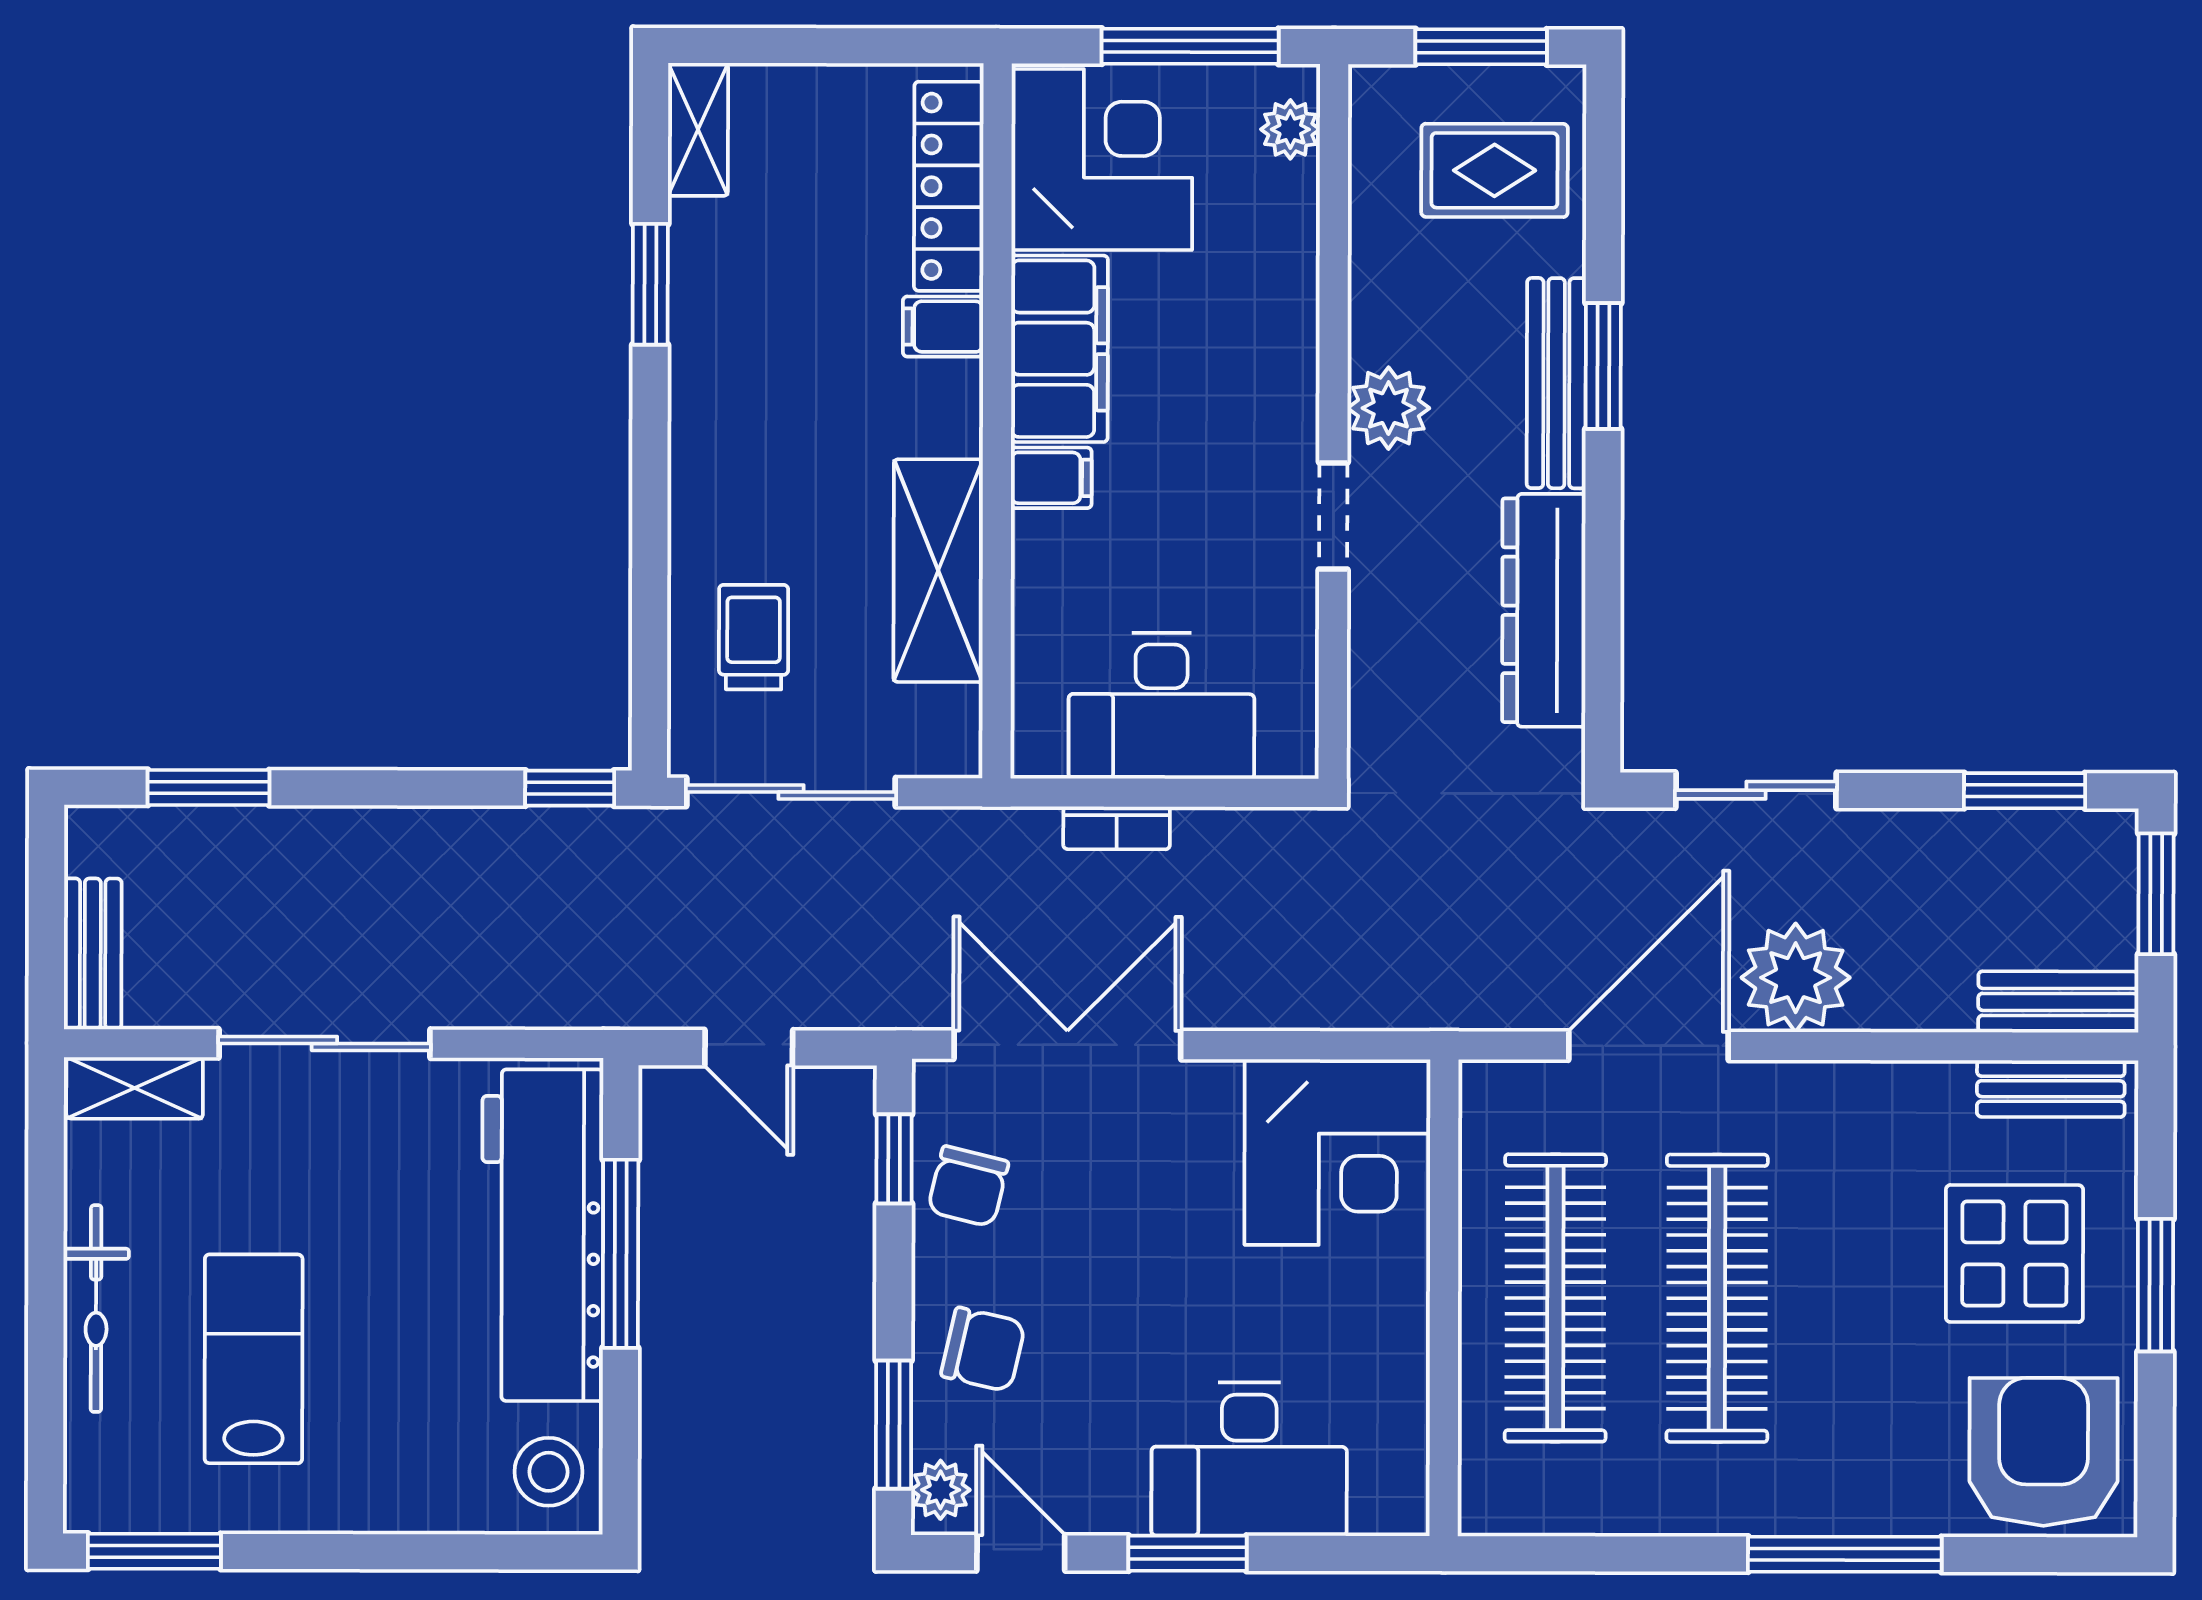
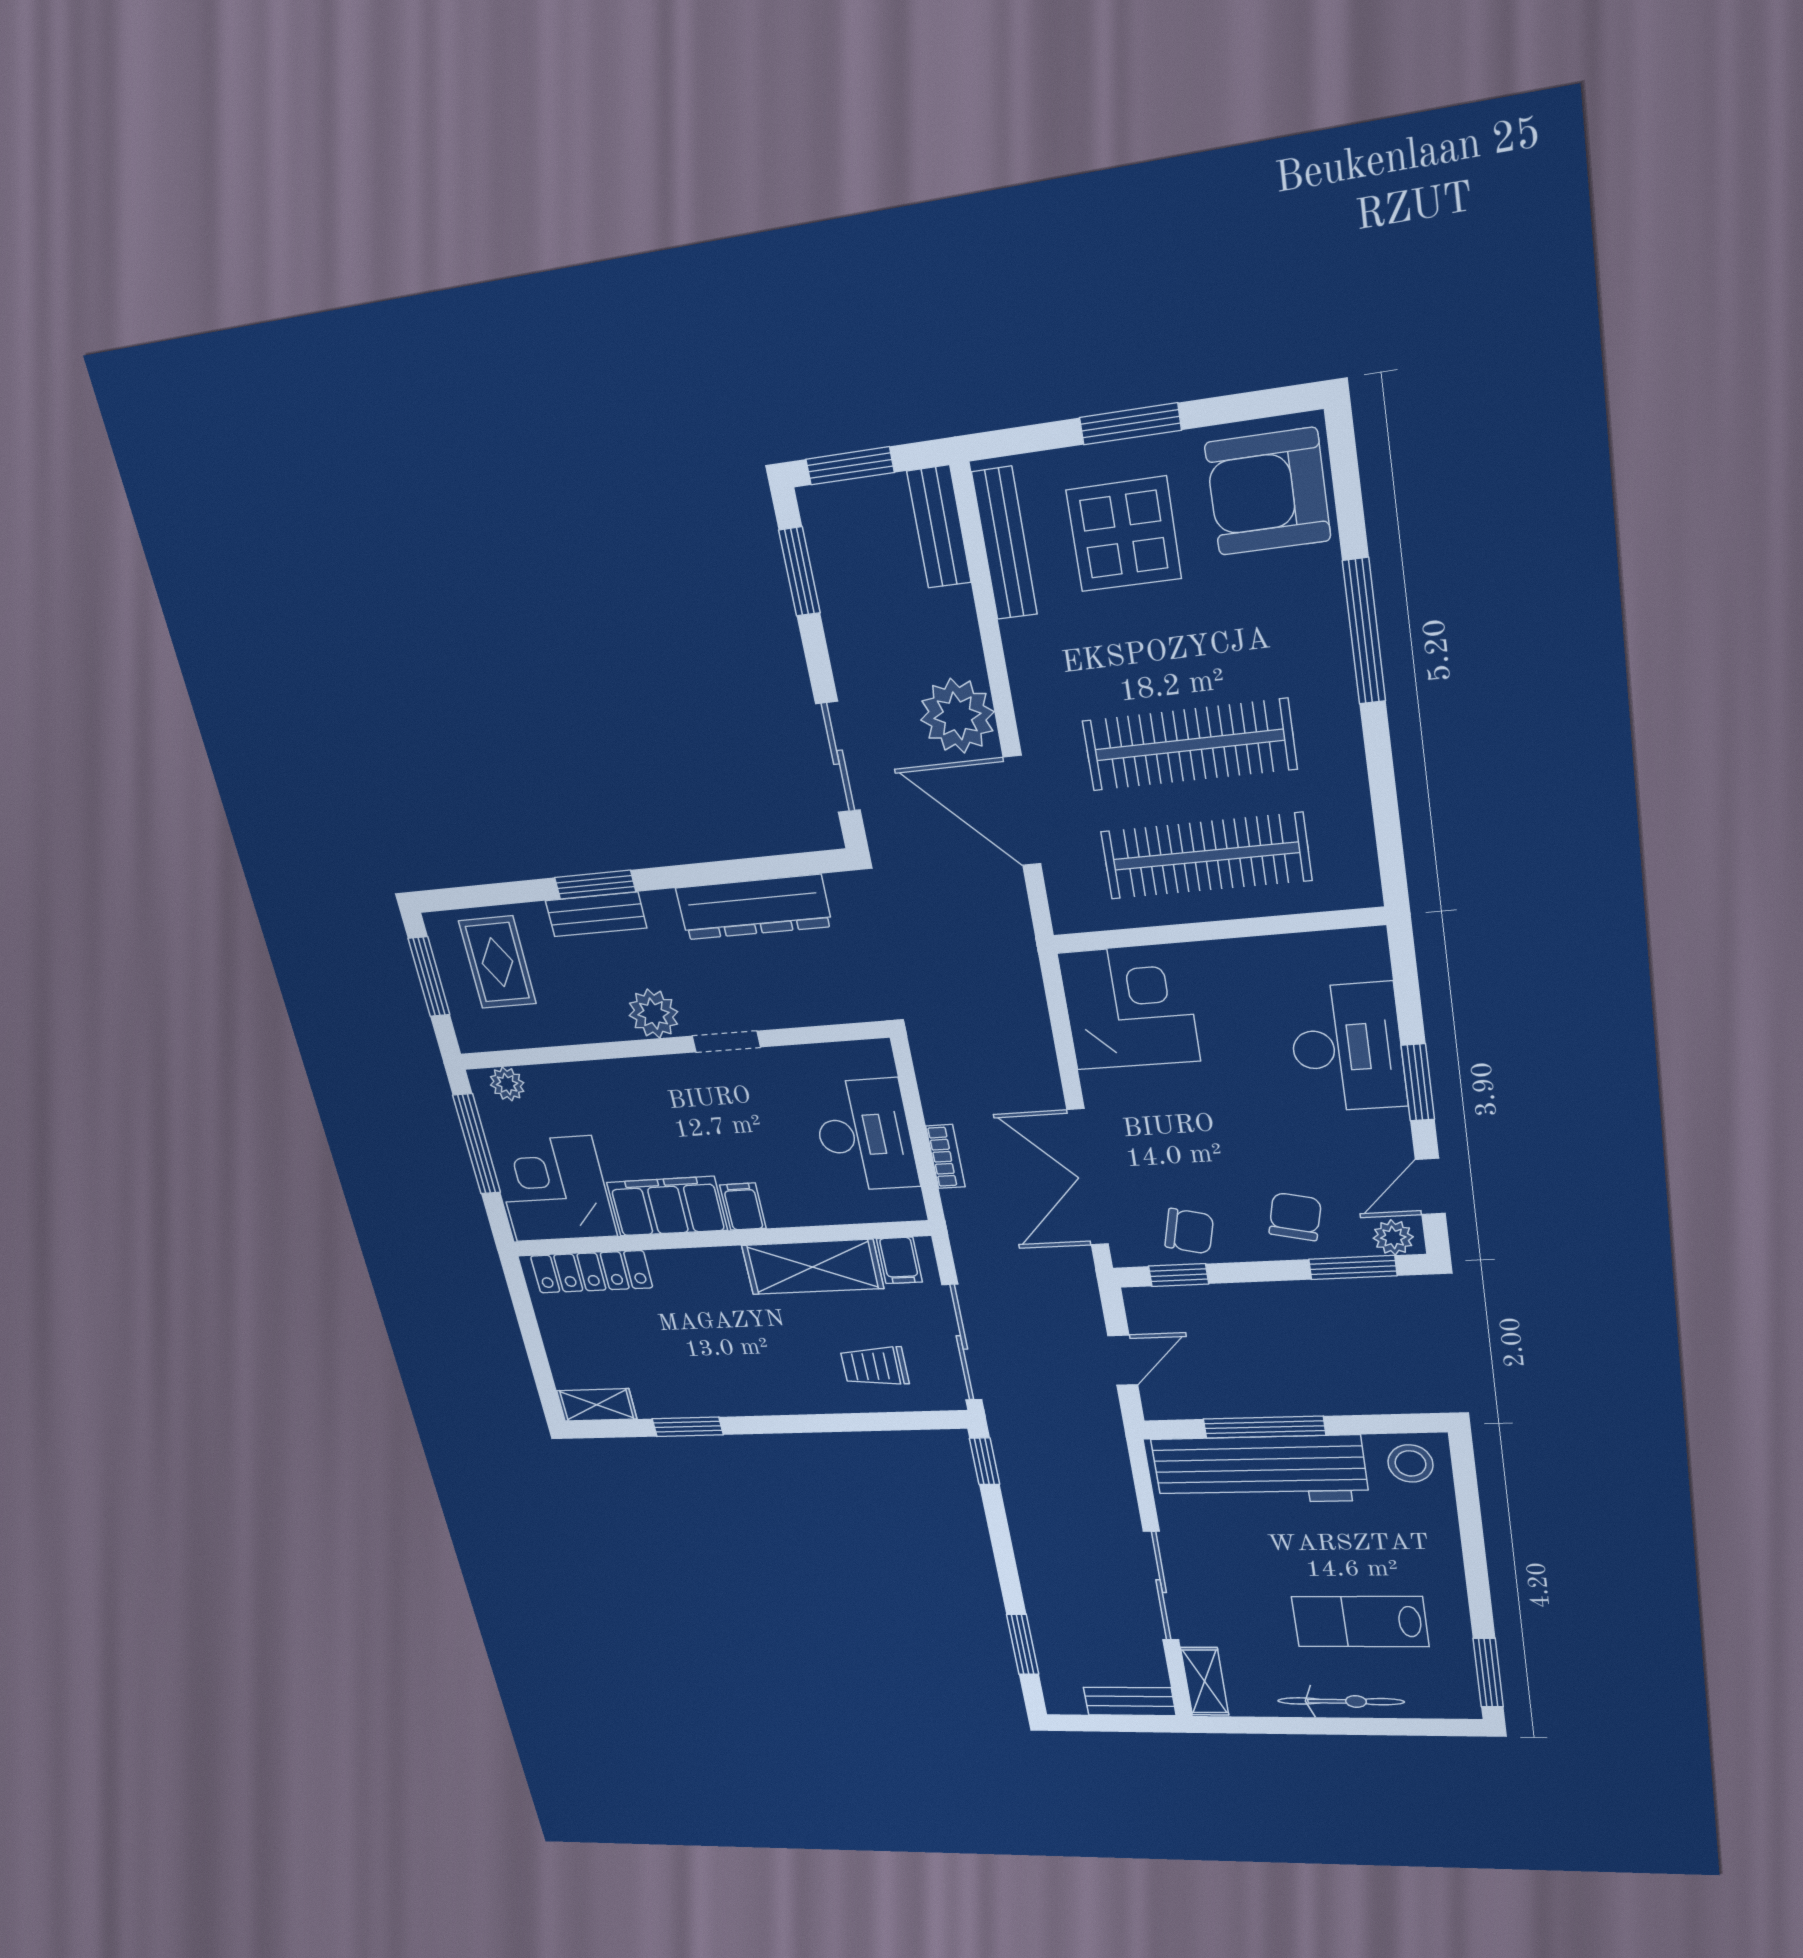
filing cabinet: (943, 327) -> (899, 1260), moved
bench: (1556, 383) -> (596, 914), width x0.73
bench: (2051, 1089) -> (1004, 544), width x1.36

